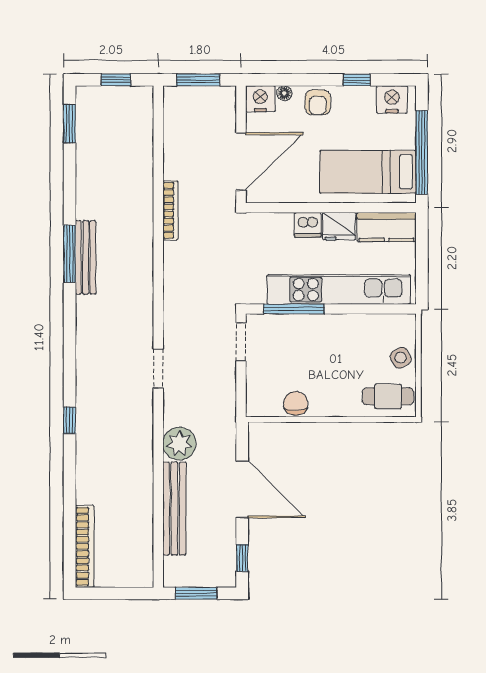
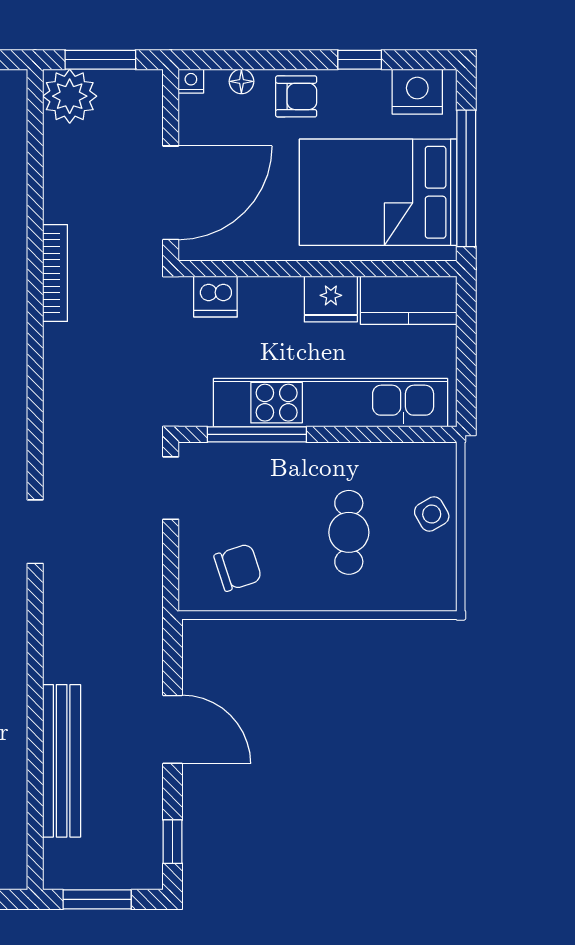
nightstand: (260, 99) -> (191, 81), width x0.53, depth x0.56
armchair: (318, 102) -> (296, 96), turned -90
bed: (368, 172) -> (378, 192), width x1.50
dishwasher: (308, 225) -> (215, 297), moved
cafe table: (388, 396) -> (349, 532), moved, turned 90
chair: (296, 403) -> (238, 567), moved, turned 72
plant: (179, 444) -> (70, 96), moved
door: (242, 489) -> (173, 729), width x0.73

